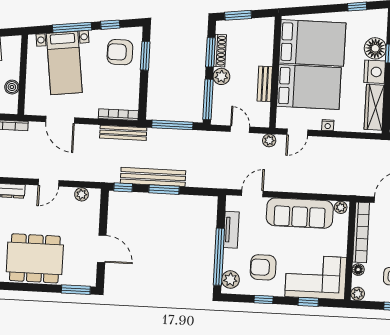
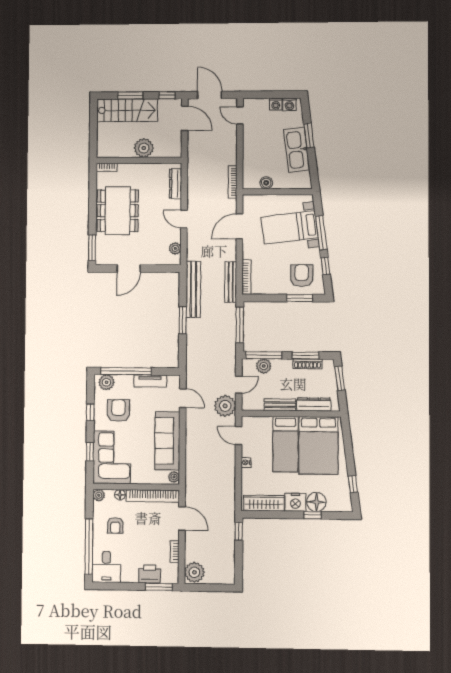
dresser: (266, 46) -> (314, 404), added
plant: (221, 76) -> (264, 366), moved
bed: (309, 87) -> (285, 444), width x0.67
plant: (269, 140) -> (225, 406), width x1.88, depth x1.88
bench: (153, 177) -> (193, 289), moved
window: (123, 187) -> (183, 284), removed

